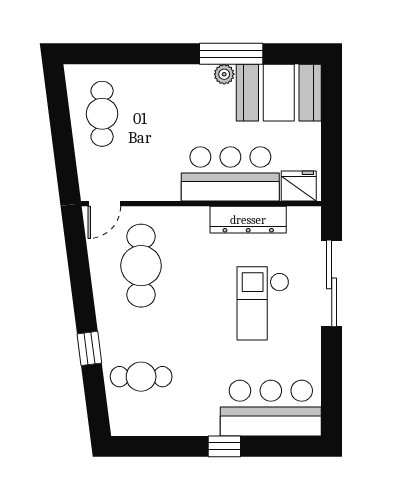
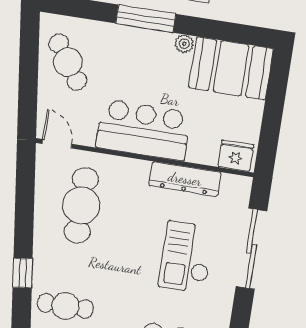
window: (231, 54) -> (146, 19), moved
cafe table: (102, 114) -> (68, 62), turned -35
bar counter: (230, 174) -> (143, 130), moved
door: (104, 204) -> (57, 144), swing flipped

